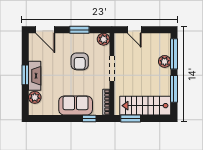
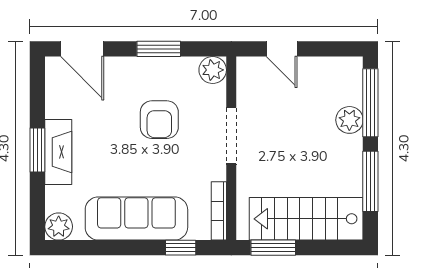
plant: (35, 97) -> (59, 227), moved
sofa: (76, 105) -> (136, 219), width x1.36

